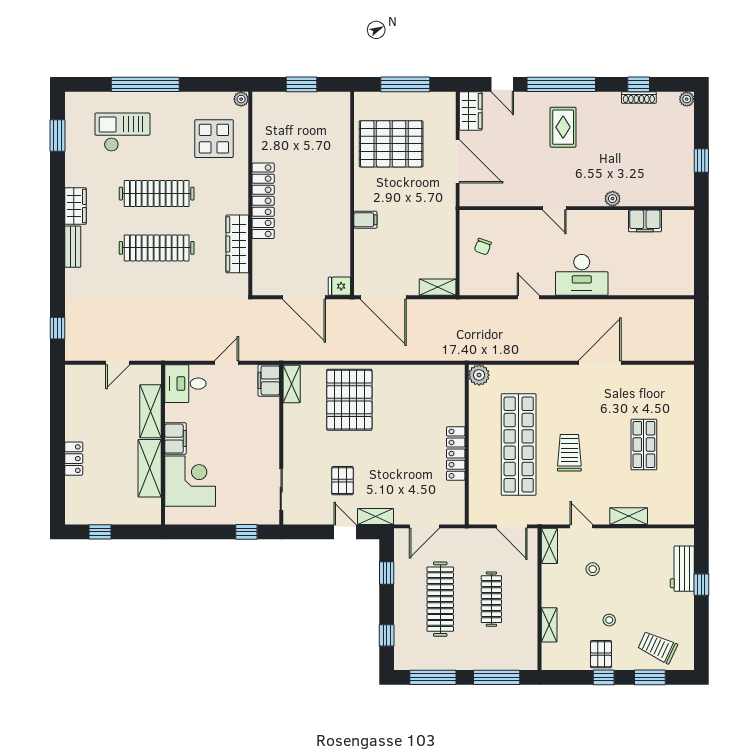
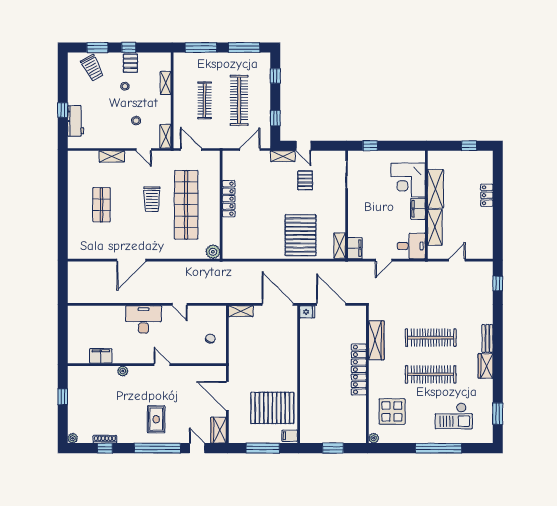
filing cabinet: (365, 220) -> (290, 436), moved
trolley: (658, 647) -> (92, 68), turned 37

